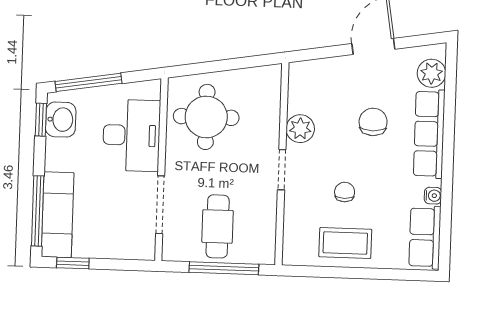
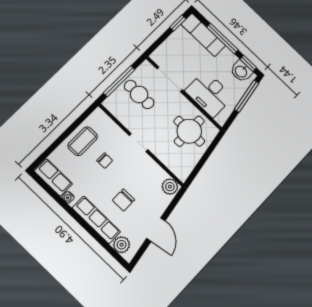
chair: (373, 122) -> (124, 200), turned 90
plant: (300, 129) -> (170, 187), moved
window: (38, 211) -> (222, 39), moved

